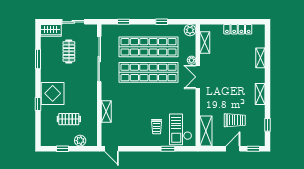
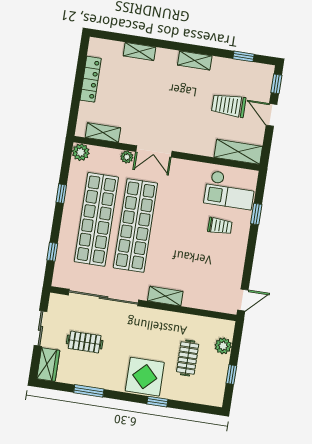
shelving: (106, 112) -> (165, 296), moved
trolley: (235, 120) -> (229, 105), turned -90

